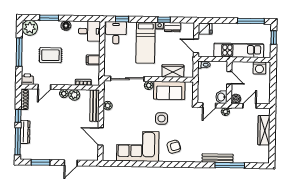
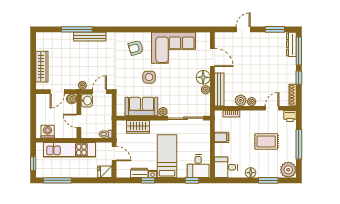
floor lamp: (110, 118) -> (203, 77), added
dresser: (25, 132) -> (291, 44), moved

